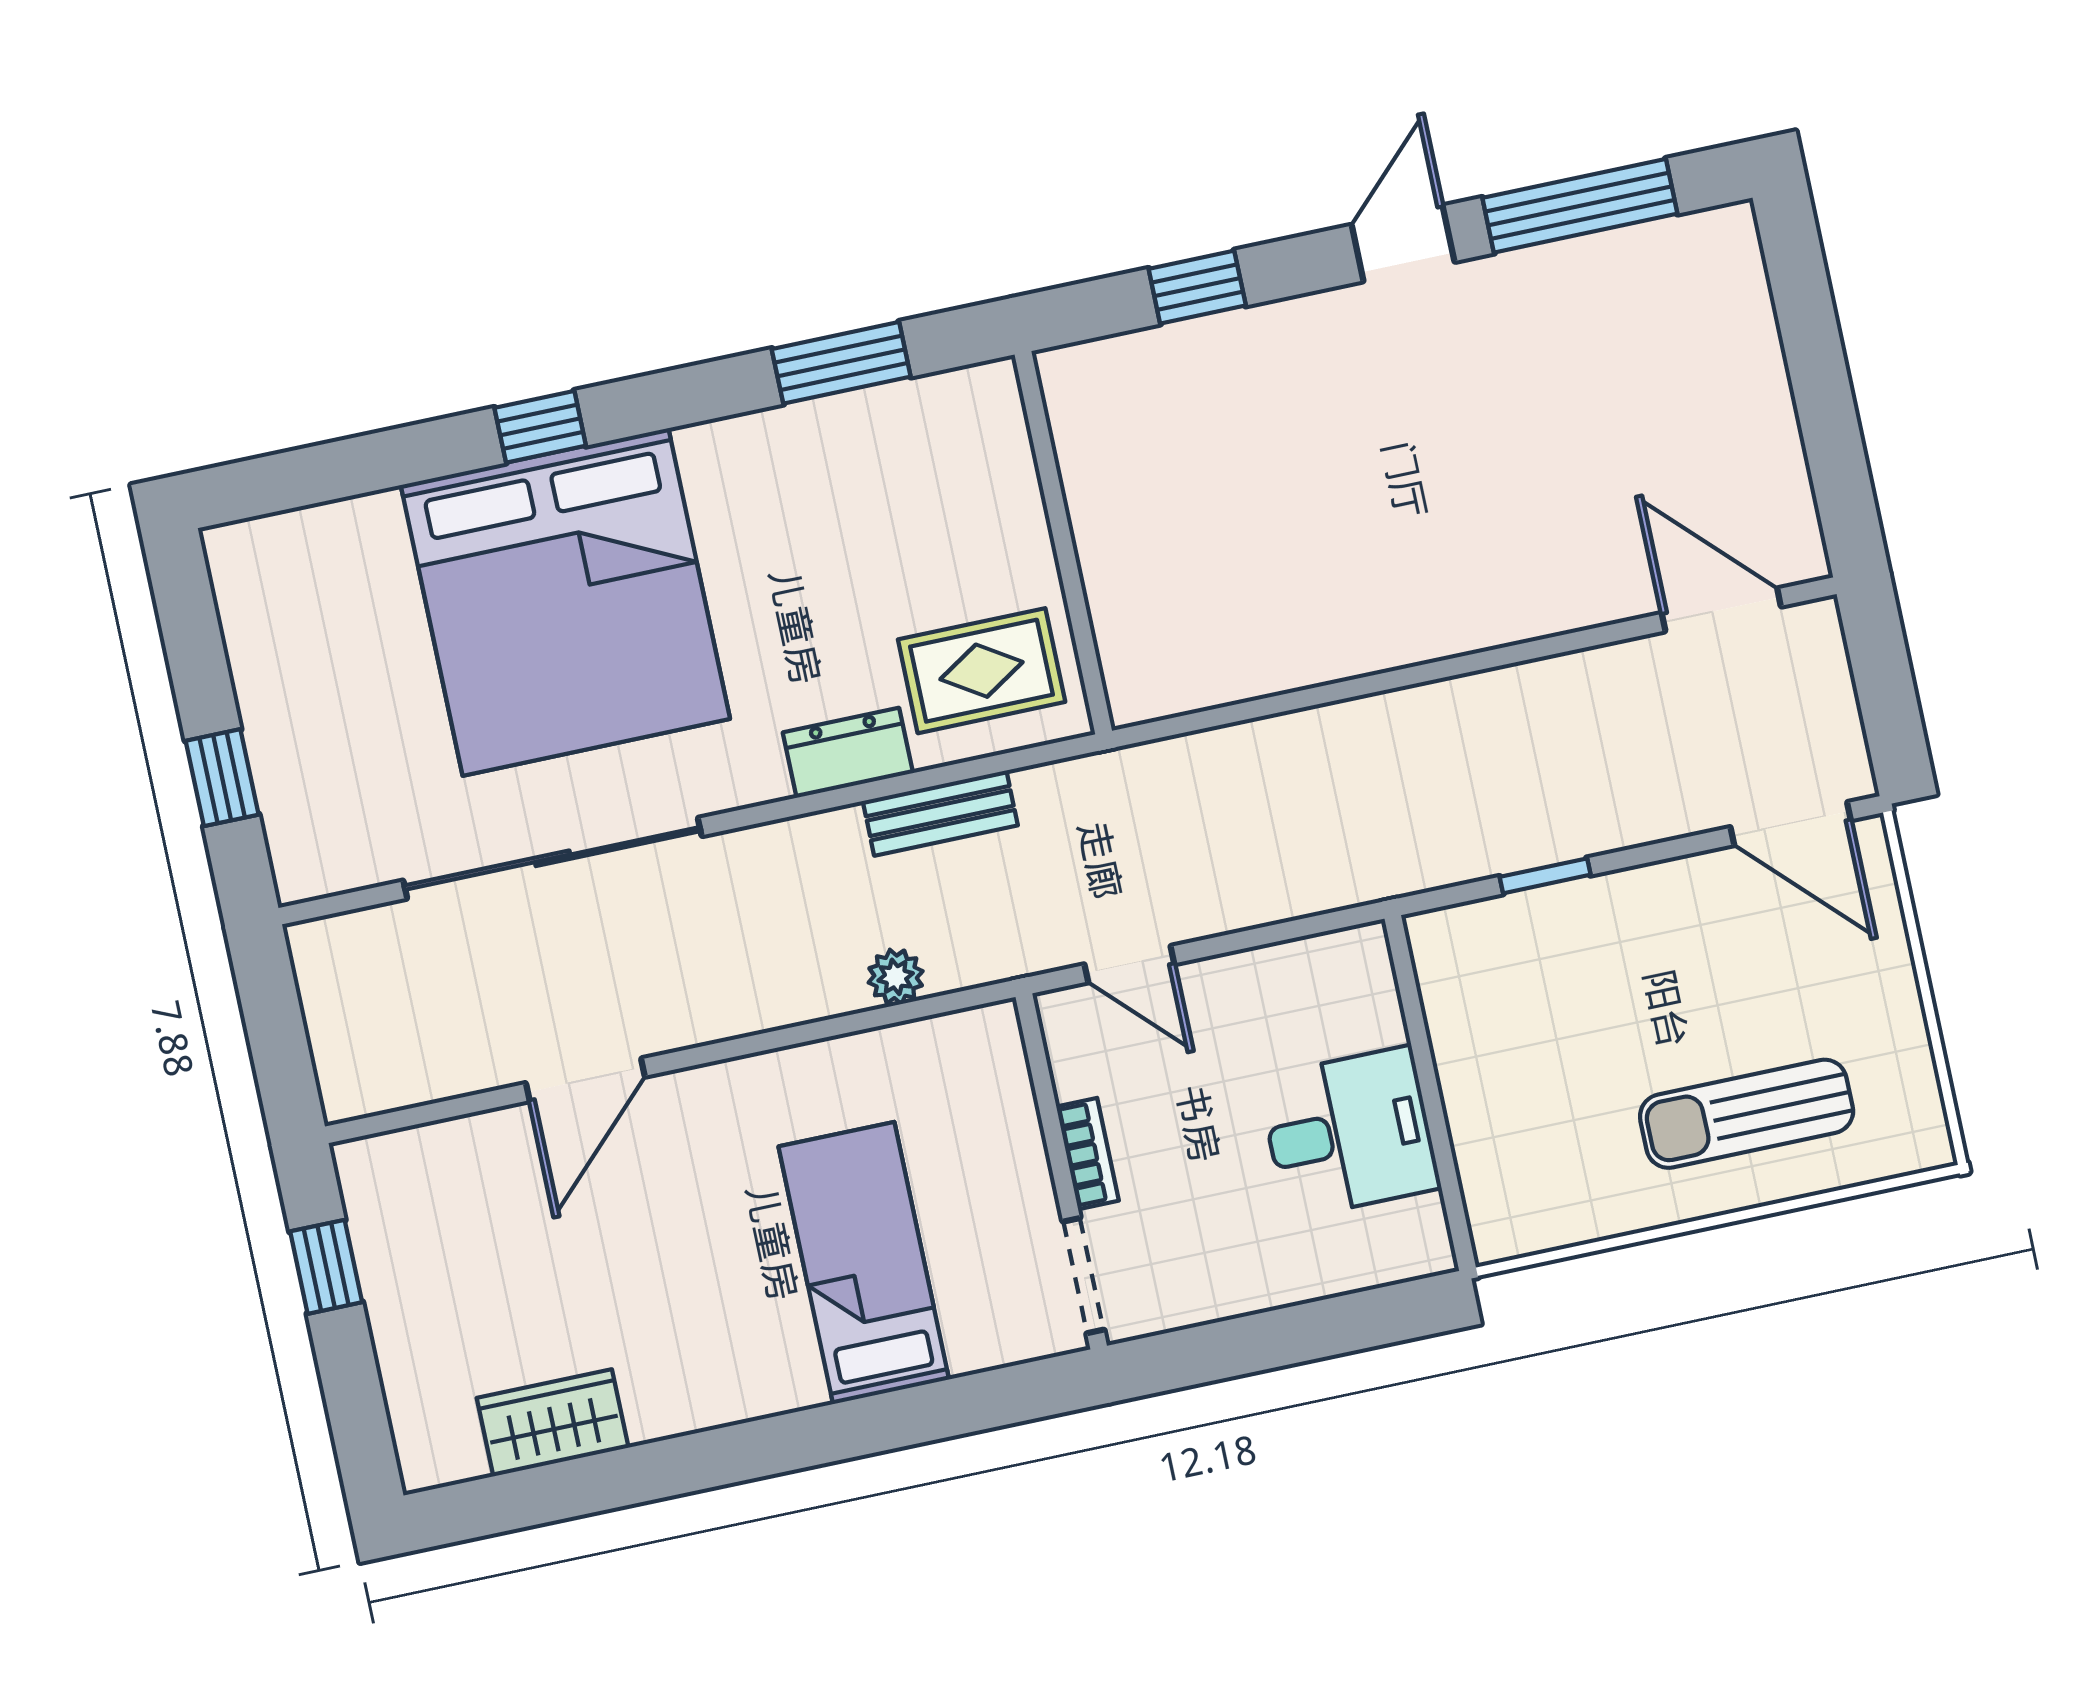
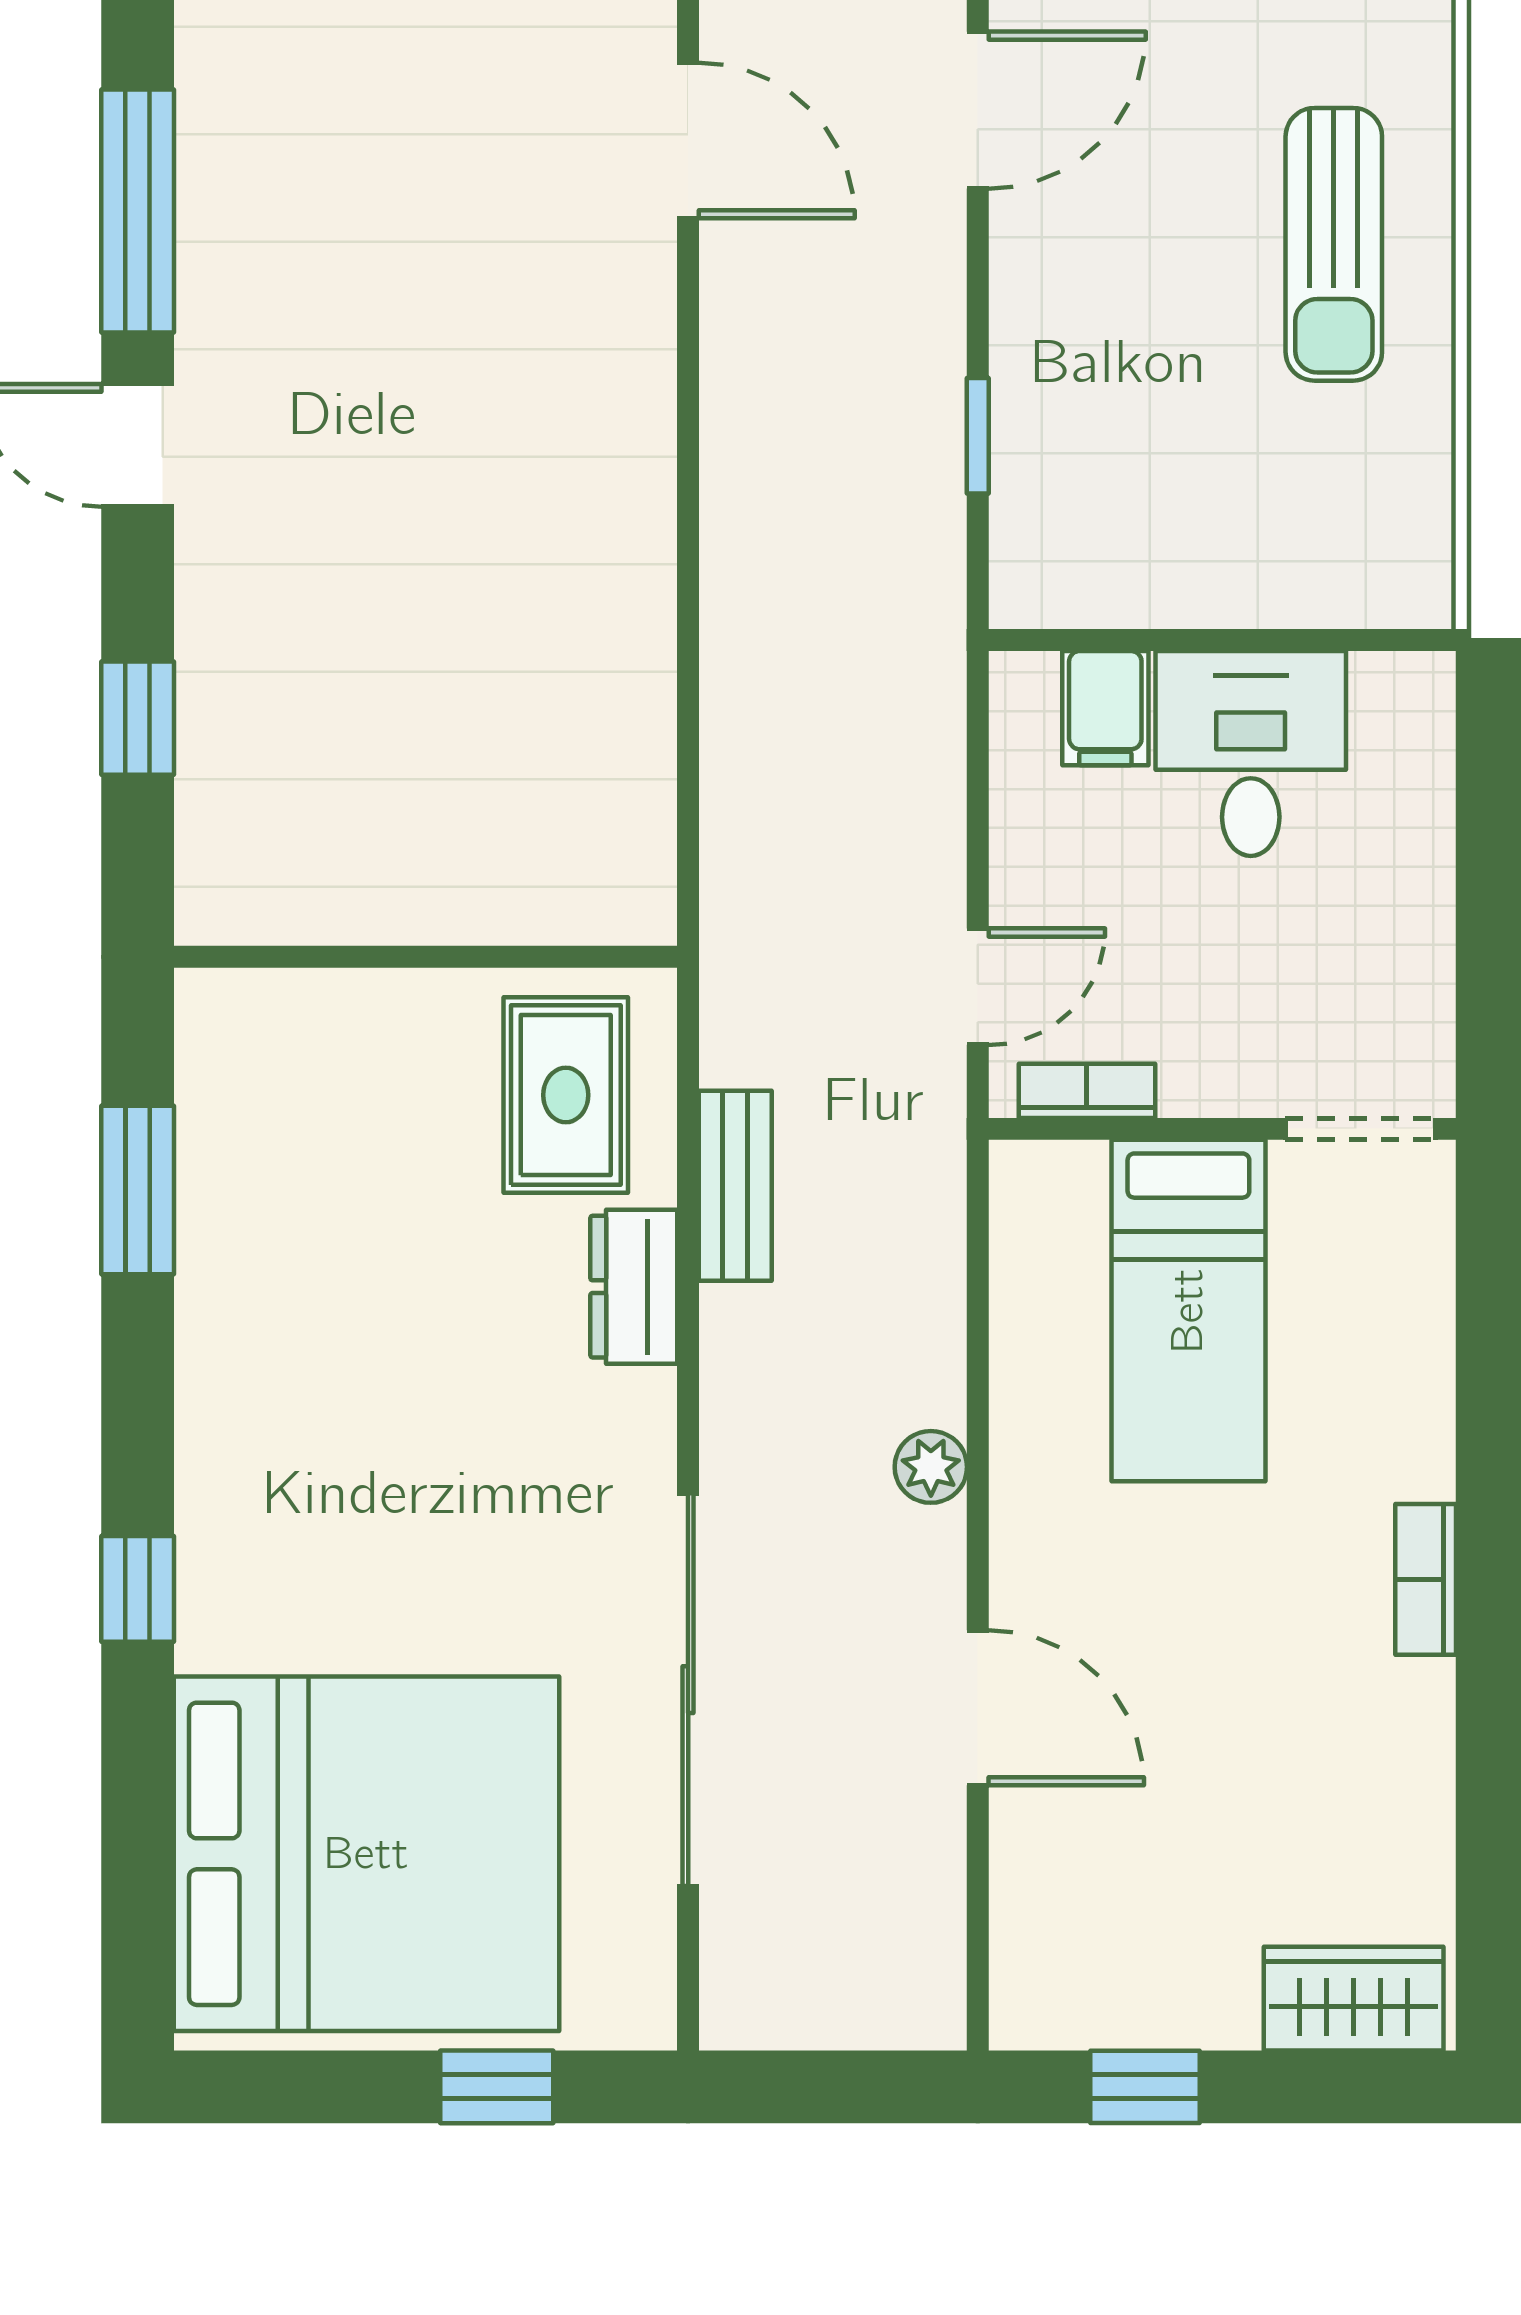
bed: (565, 602) -> (366, 1854), moved
door: (1721, 610) -> (688, 141), swing flipped
plant: (896, 977) -> (931, 1467), moved
filing cabinet: (1360, 1016) -> (1105, 708), added
bookcase: (1088, 1154) -> (1087, 1091), moved
bed: (864, 1263) -> (1188, 1311), moved, turned -90
bookcase: (754, 1397) -> (1426, 1579), added
wardrobe: (553, 1423) -> (1354, 1999), moved, turned 90

